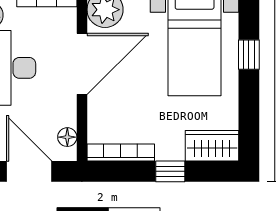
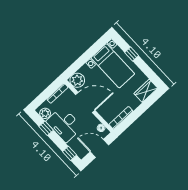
door: (82, 64) -> (85, 102), hinge flipped
window: (170, 171) -> (141, 110), removed

